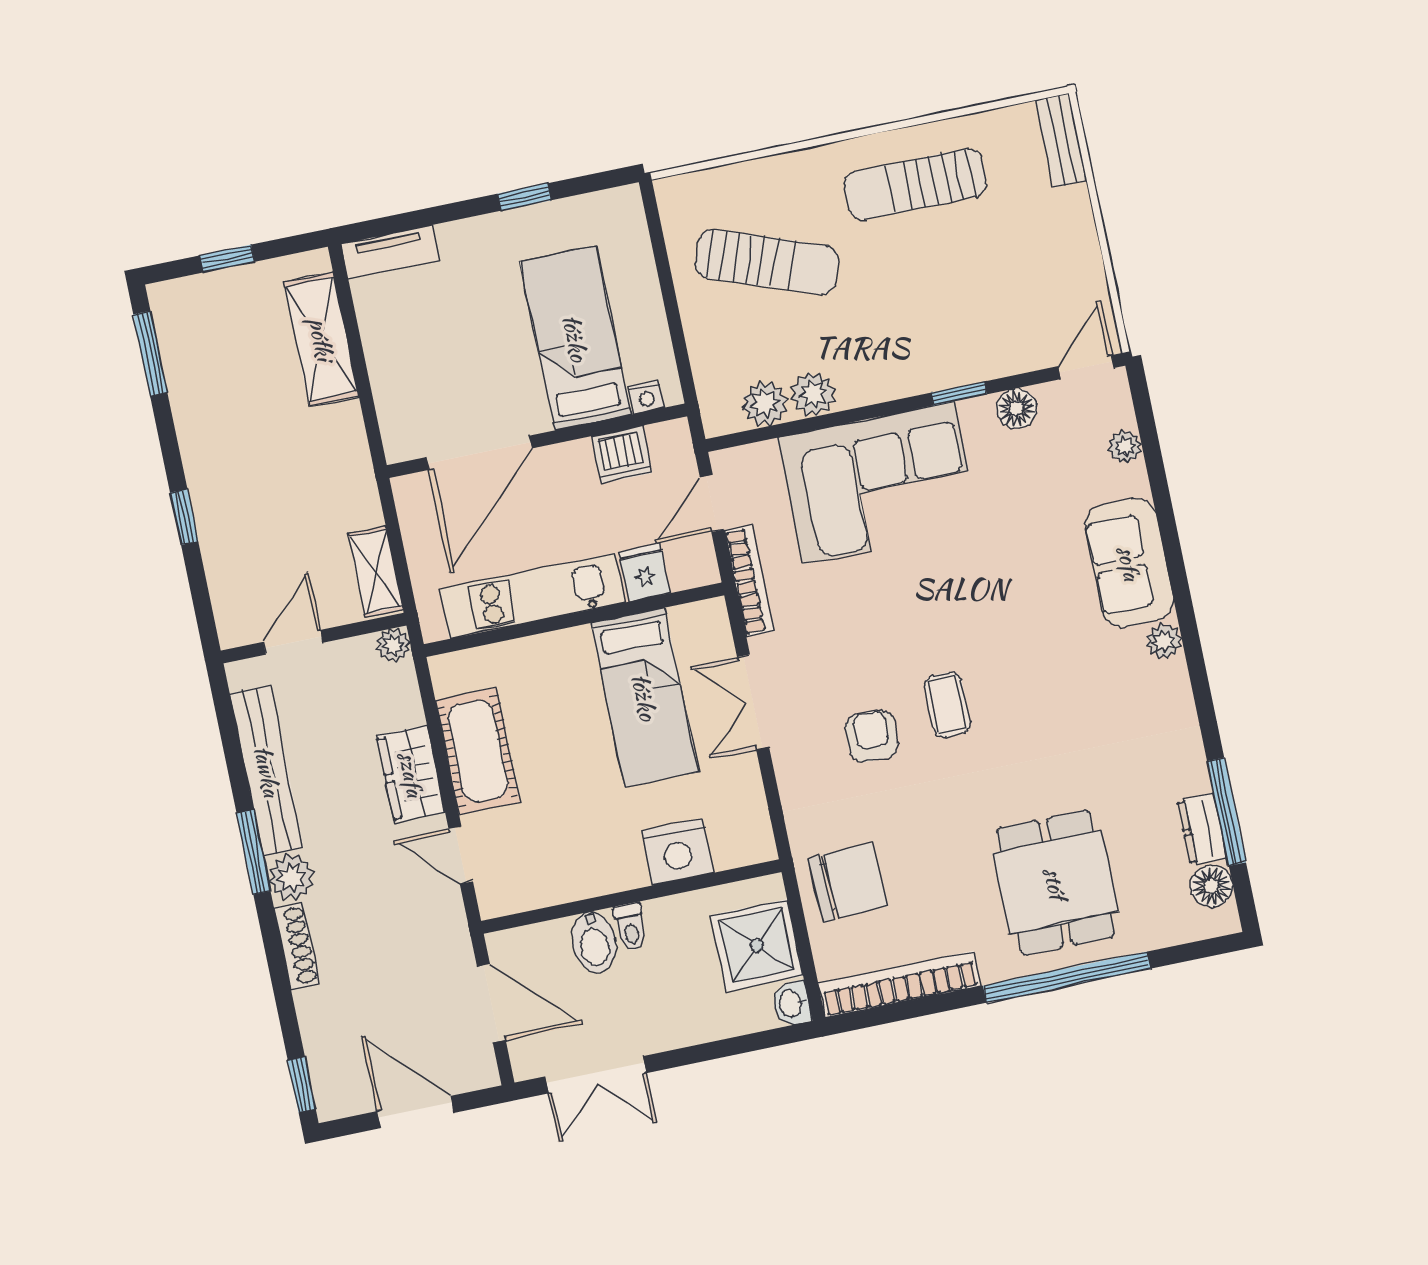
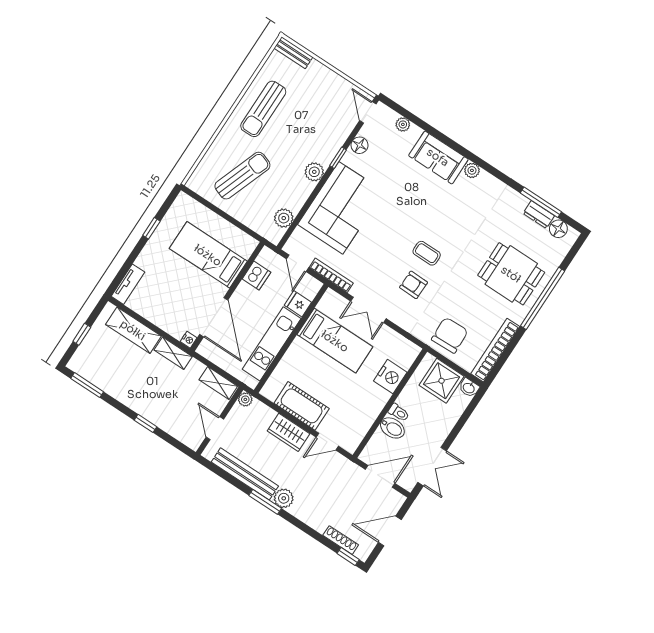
plant: (813, 394) -> (314, 172), moved
nightstand: (646, 397) -> (189, 340), moved
shelving: (350, 445) -> (173, 353), added
shoe rack: (296, 946) -> (341, 540), moved

